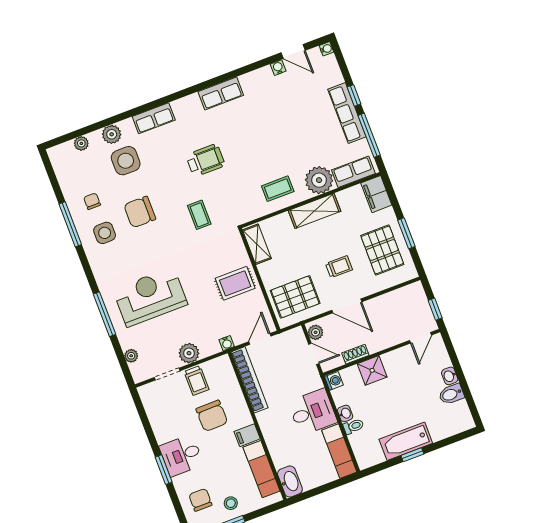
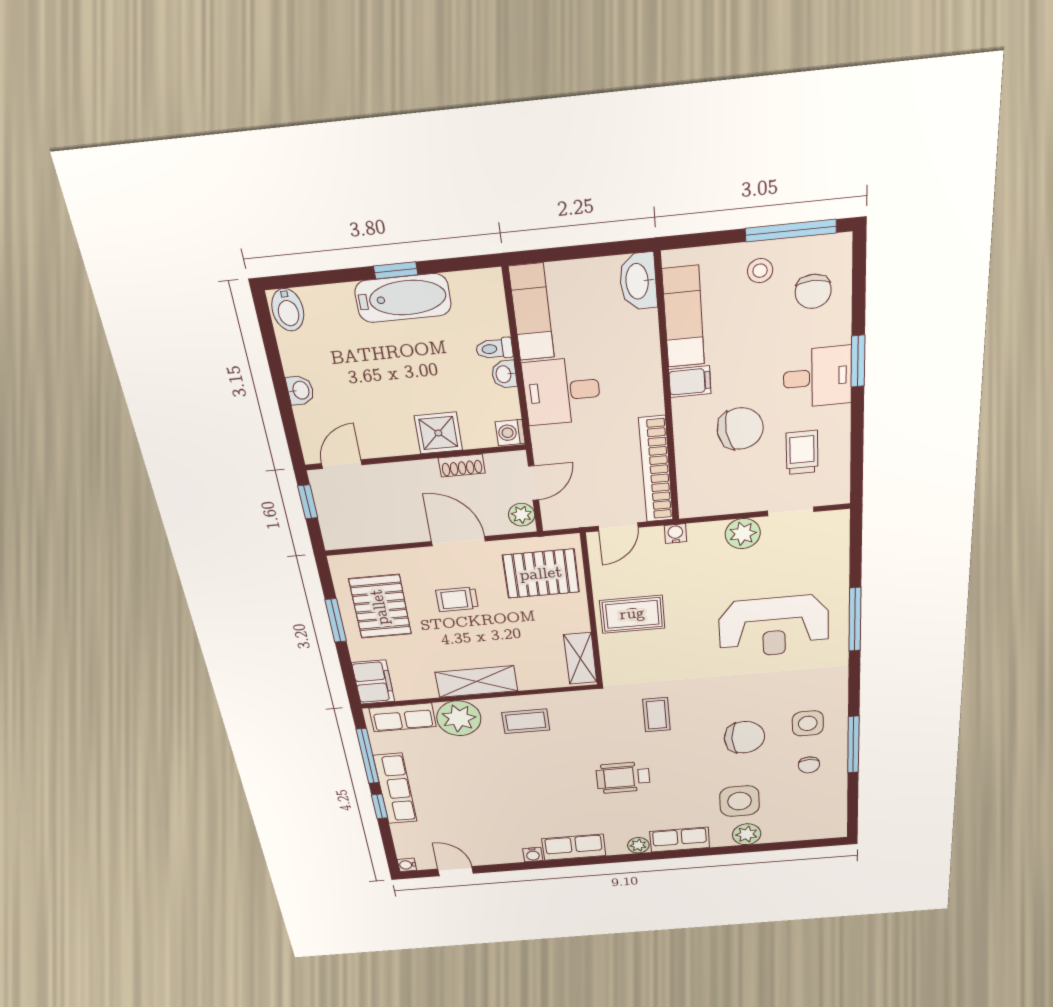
water cooler: (278, 68) -> (533, 855), moved
plant: (81, 143) -> (638, 845), moved
door: (314, 354) -> (534, 483), swing flipped
plant: (131, 356) -> (838, 552), removed
trolley: (196, 380) -> (802, 452), moved
bidet: (451, 394) -> (288, 310), moved, turned 90
chair: (212, 416) -> (740, 429), turned 83

